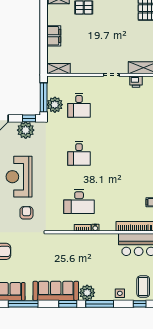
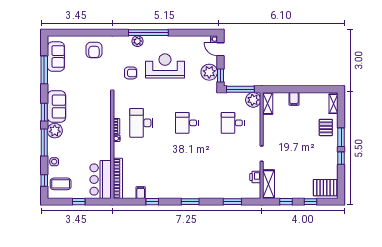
filing cabinet: (54, 36) -> (294, 99), width x0.50
plant: (55, 105) -> (253, 100), moved
sofa: (56, 291) -> (56, 107), width x0.73

